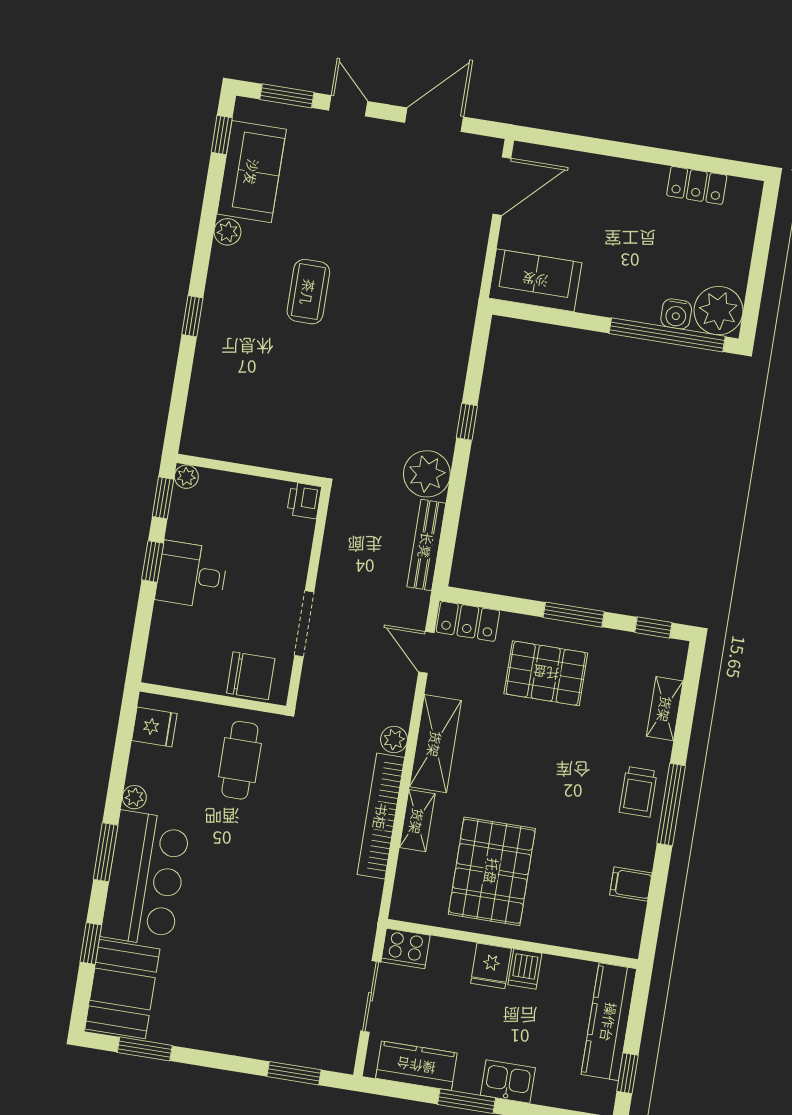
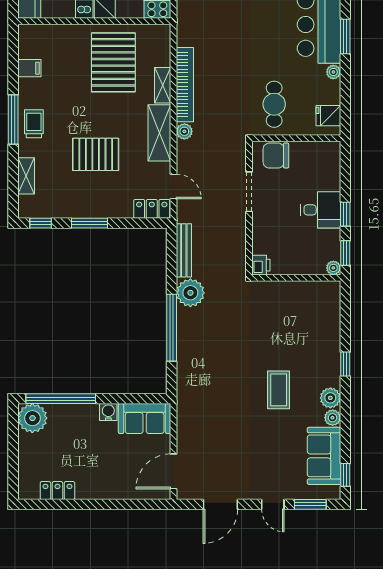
plant: (226, 265) -> (330, 398), added
water cooler: (676, 314) -> (108, 412), moved
window: (467, 422) -> (172, 328), width x3.17
pallet: (546, 673) -> (96, 154), moved

